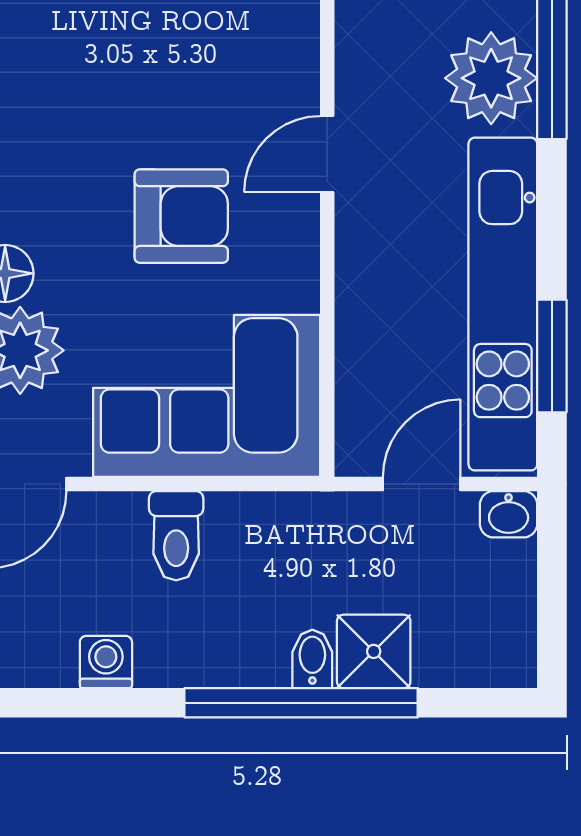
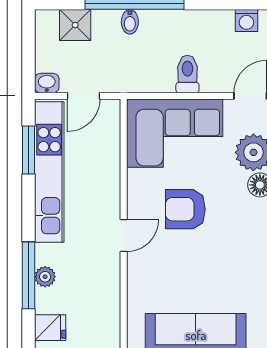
plant: (491, 78) -> (45, 277), width x0.53, depth x0.53
shower: (374, 651) -> (75, 25), moved
washing machine: (106, 662) -> (246, 21), moved

